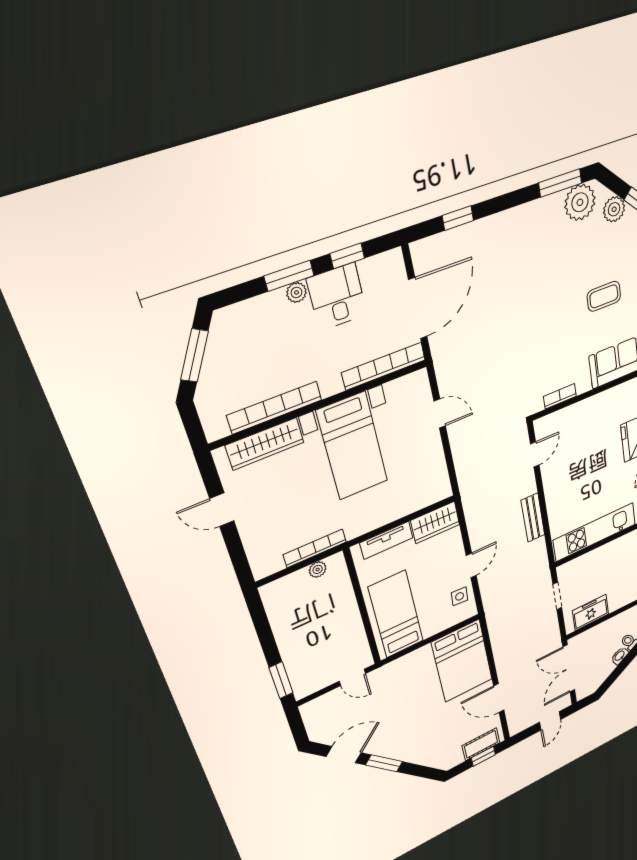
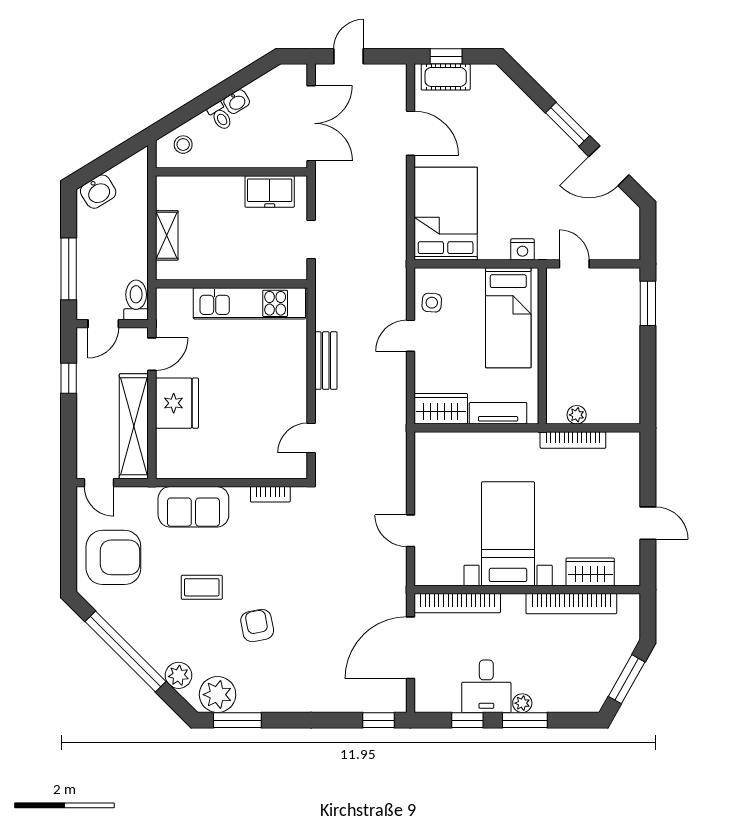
window: (458, 218) -> (378, 720), moved
armchair: (555, 279) -> (257, 626), added
wardrobe: (265, 444) -> (590, 572), width x0.67
nightstand: (397, 667) -> (522, 249), added

